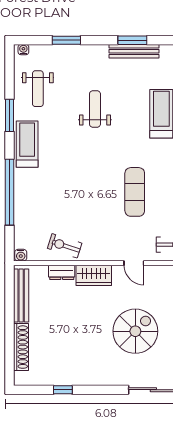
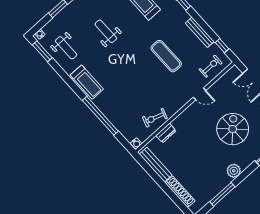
window: (10, 115) -> (42, 51), moved
treadmill: (27, 144) -> (87, 82), turned 180
wardrobe: (94, 275) -> (184, 119), removed
plant: (97, 376) -> (234, 171), added
window: (63, 390) -> (222, 194), width x2.17

